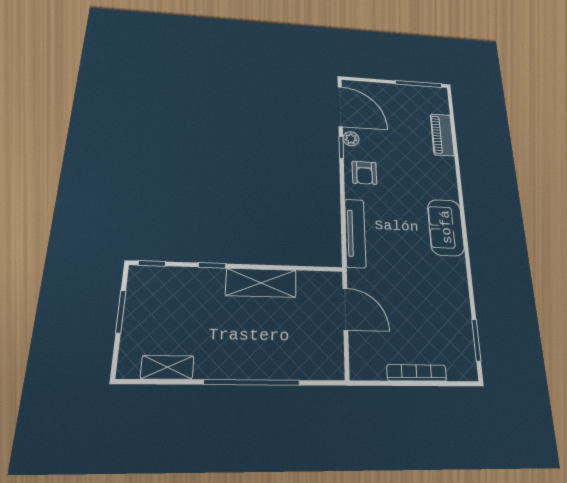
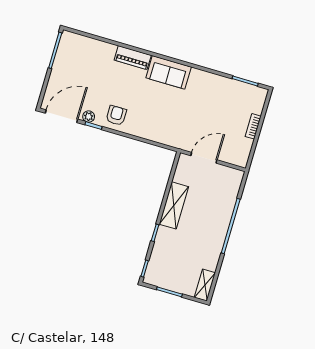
piano: (442, 135) -> (133, 58), moved
armchair: (364, 173) -> (116, 115), turned -90
tv unit: (355, 233) -> (157, 136), removed
shelving: (167, 367) -> (205, 285), moved
bookcase: (417, 373) -> (253, 126), width x0.64

